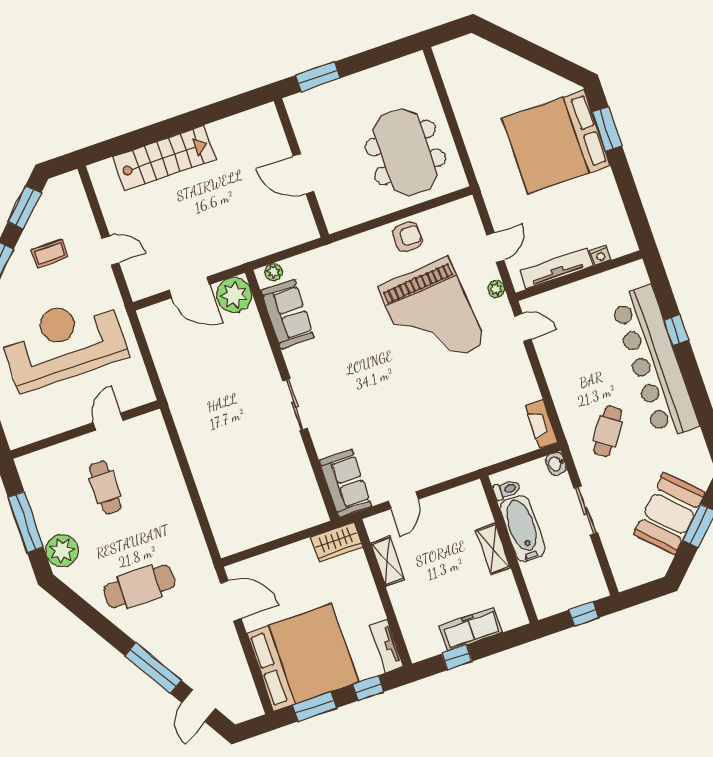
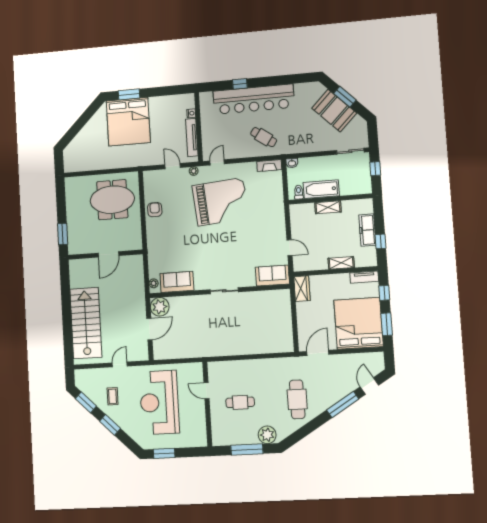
stairs: (164, 158) -> (86, 323), width x1.36, depth x1.51
grand piano: (432, 316) -> (220, 202), moved
cafe table: (608, 431) -> (264, 137), moved
sliding door: (586, 511) -> (350, 151), moved
shelving: (388, 561) -> (341, 263), moved
door: (199, 706) -> (369, 386), swing flipped

